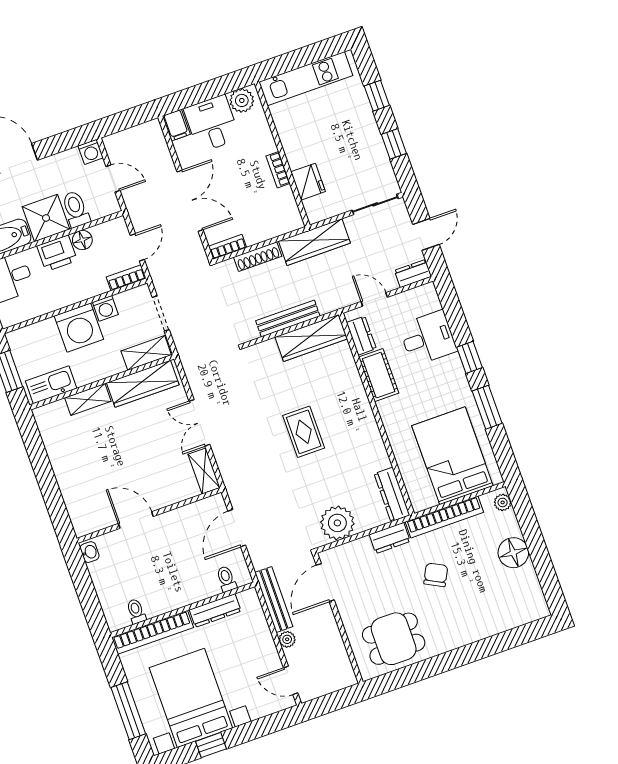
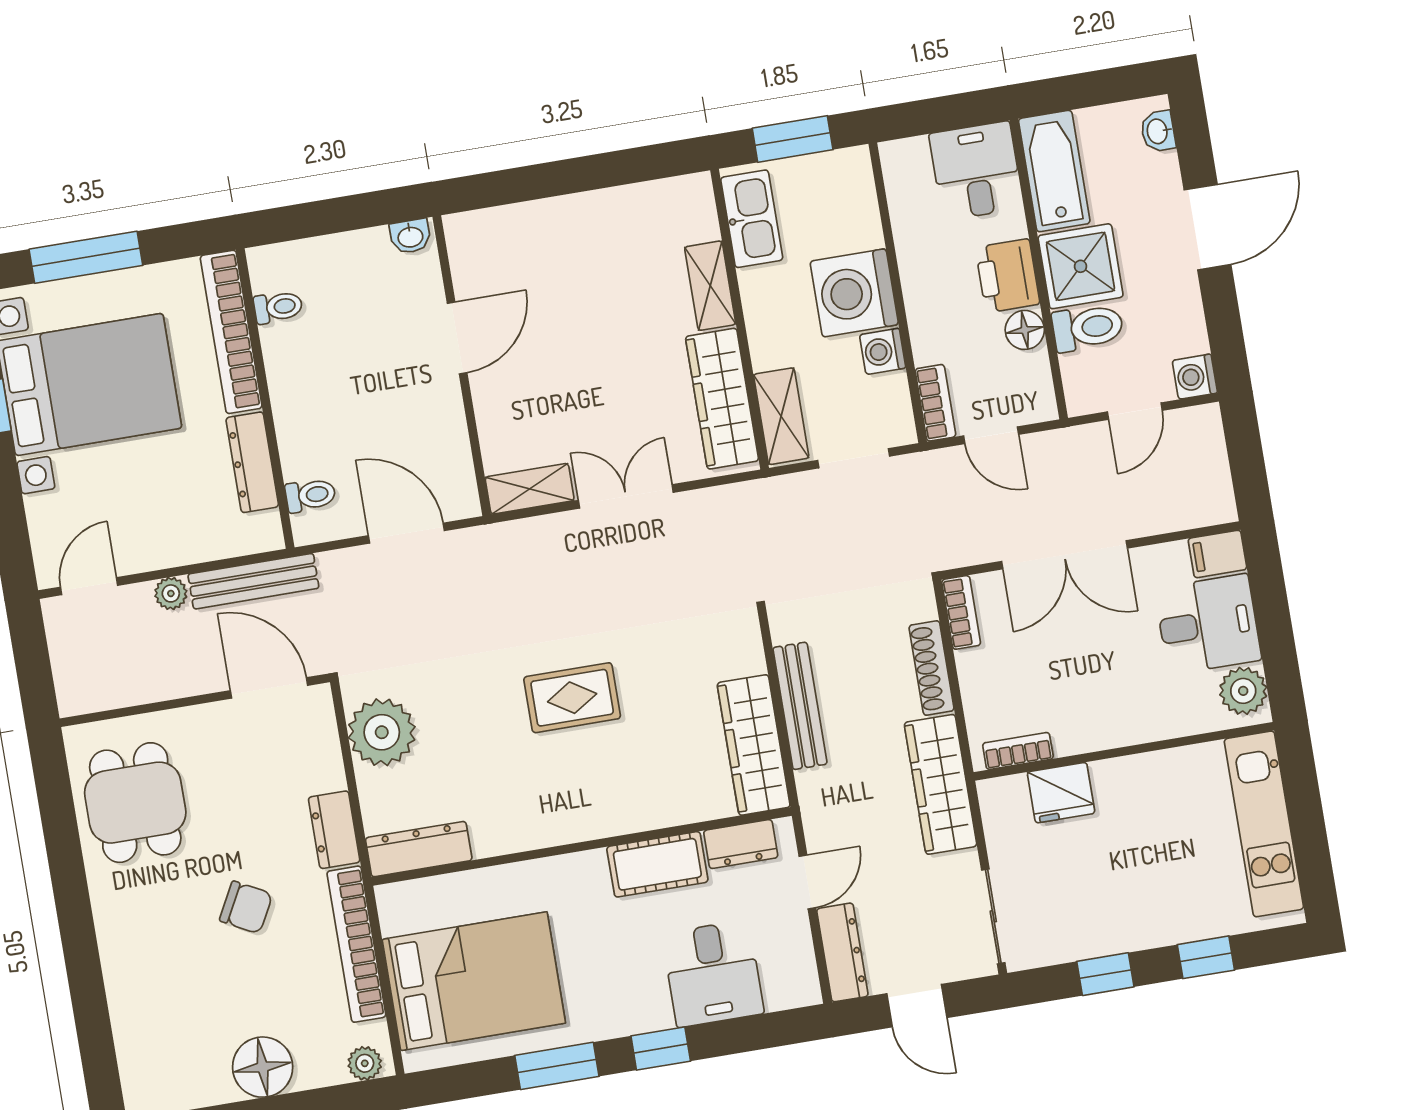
bookcase: (278, 170) -> (1018, 751), moved
dresser: (413, 273) -> (842, 952), width x1.44

